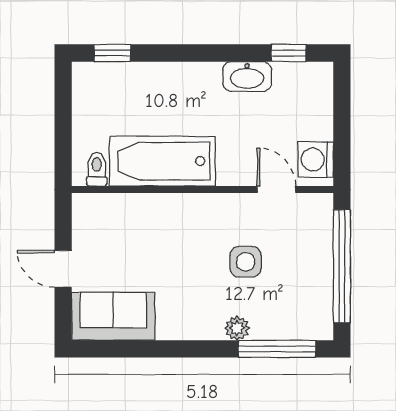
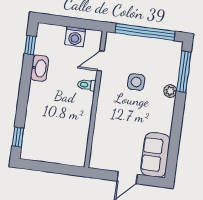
washing machine: (316, 159) -> (75, 37), moved
bathtub: (162, 161) -> (78, 118), removed
toilet: (97, 169) -> (87, 85), moved

